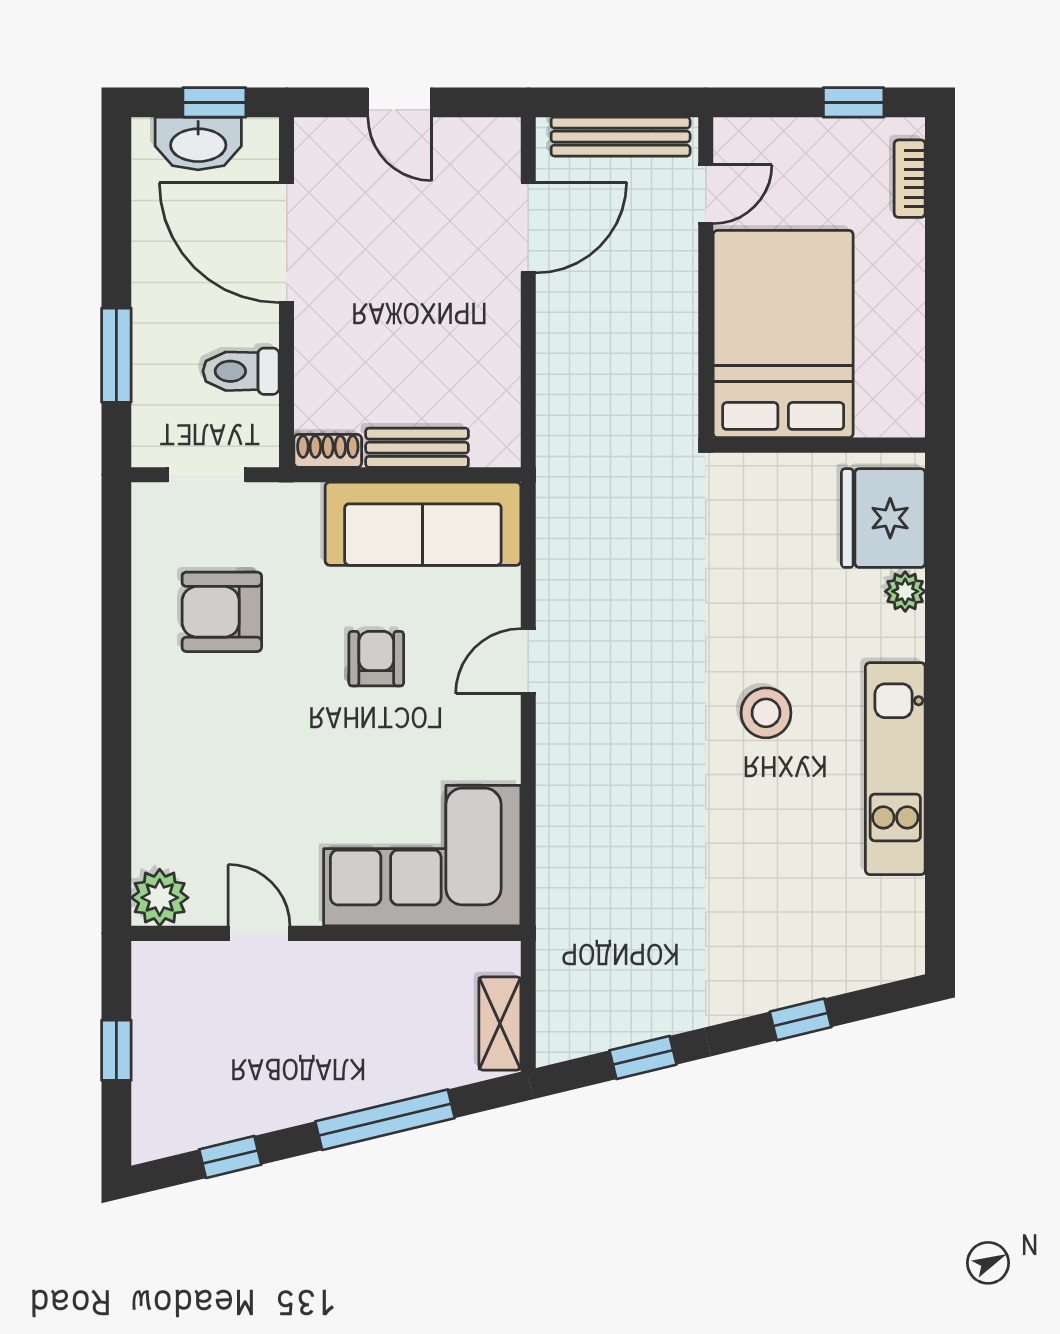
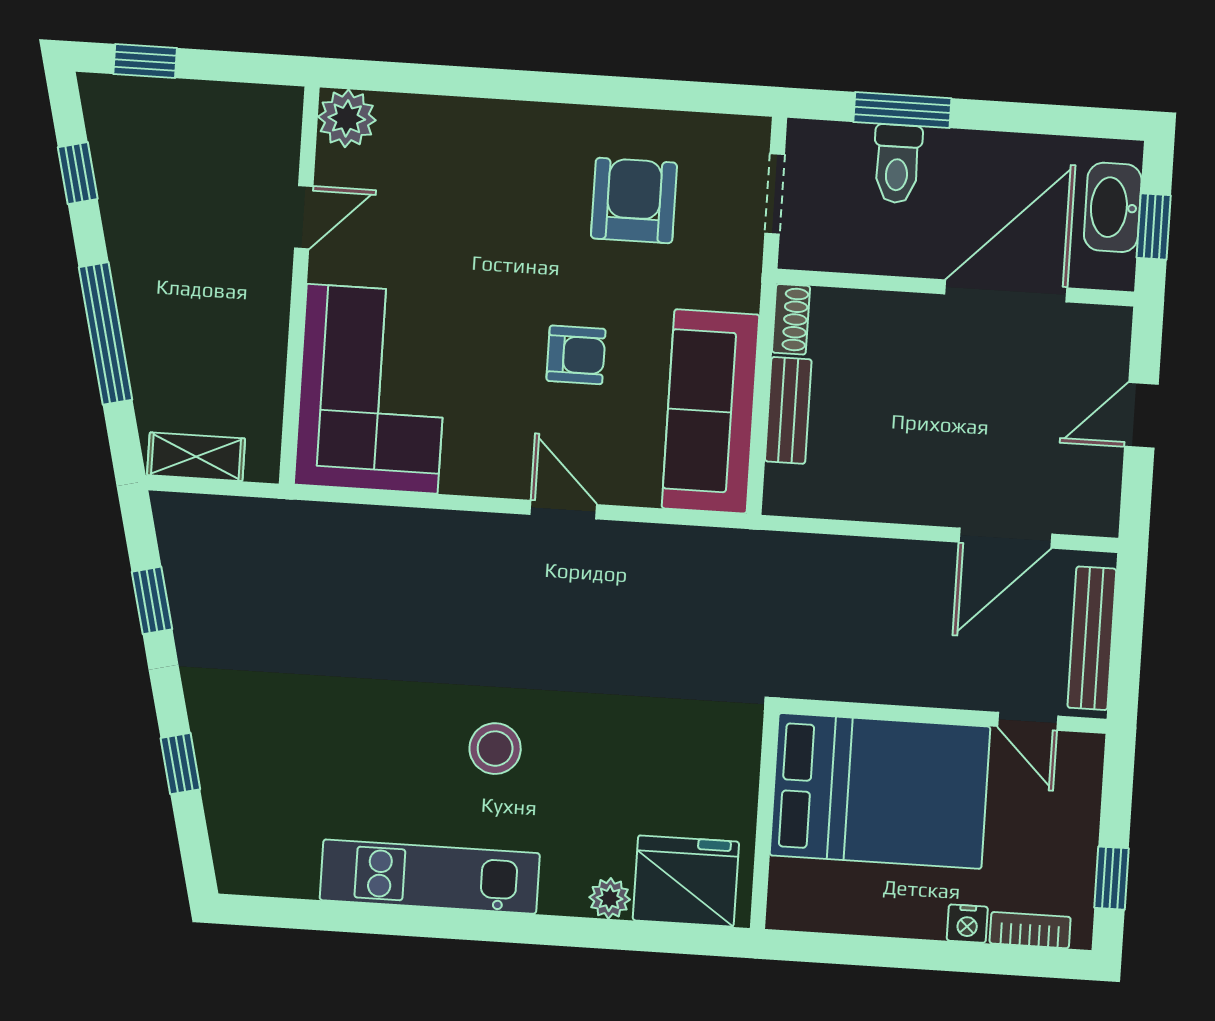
door: (528, 228) -> (1005, 538), hinge flipped
nightstand: (907, 240) -> (967, 924), added
toilet: (241, 371) -> (897, 164), moved, turned 180
window: (116, 1050) -> (145, 61), moved

